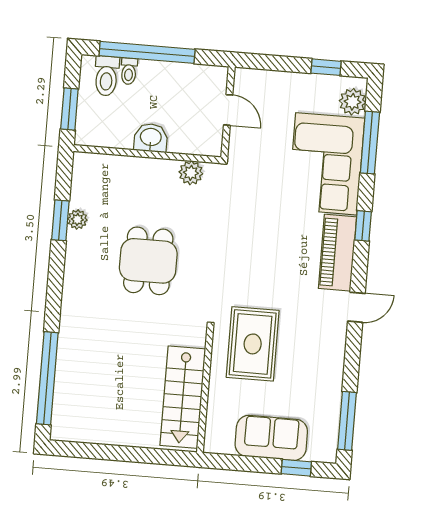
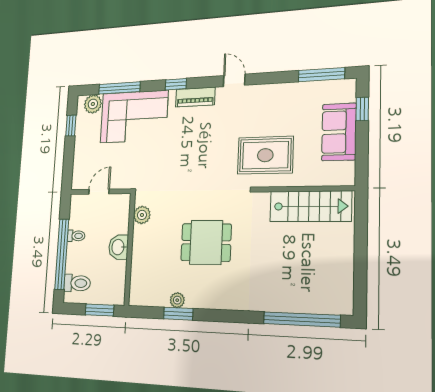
toilet: (129, 71) -> (76, 236), moved
piano: (338, 253) -> (195, 97), width x0.73, depth x0.75

